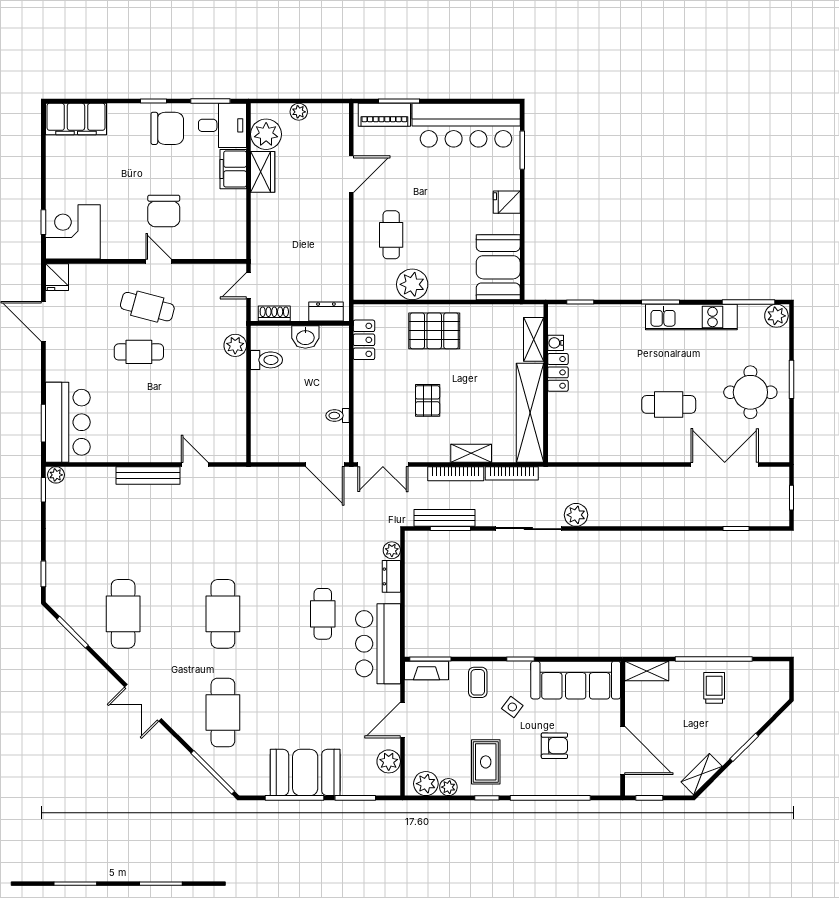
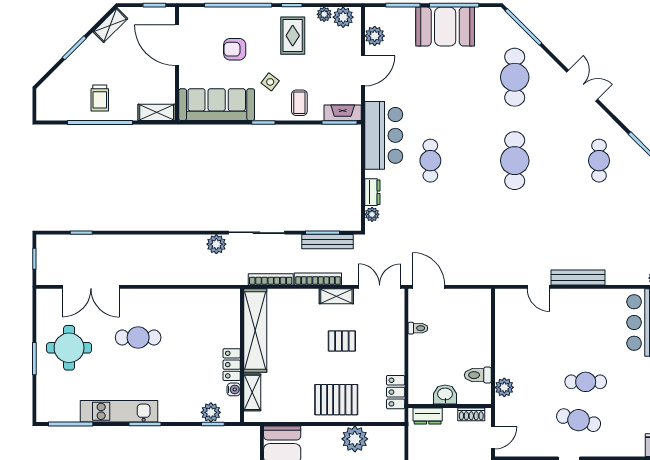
plant: (776, 316) -> (211, 412), moved
pallet: (428, 400) -> (342, 341), turned 90
shelving: (471, 453) -> (336, 296), moved
cafe table: (123, 614) -> (599, 161), width x0.73, depth x0.74

